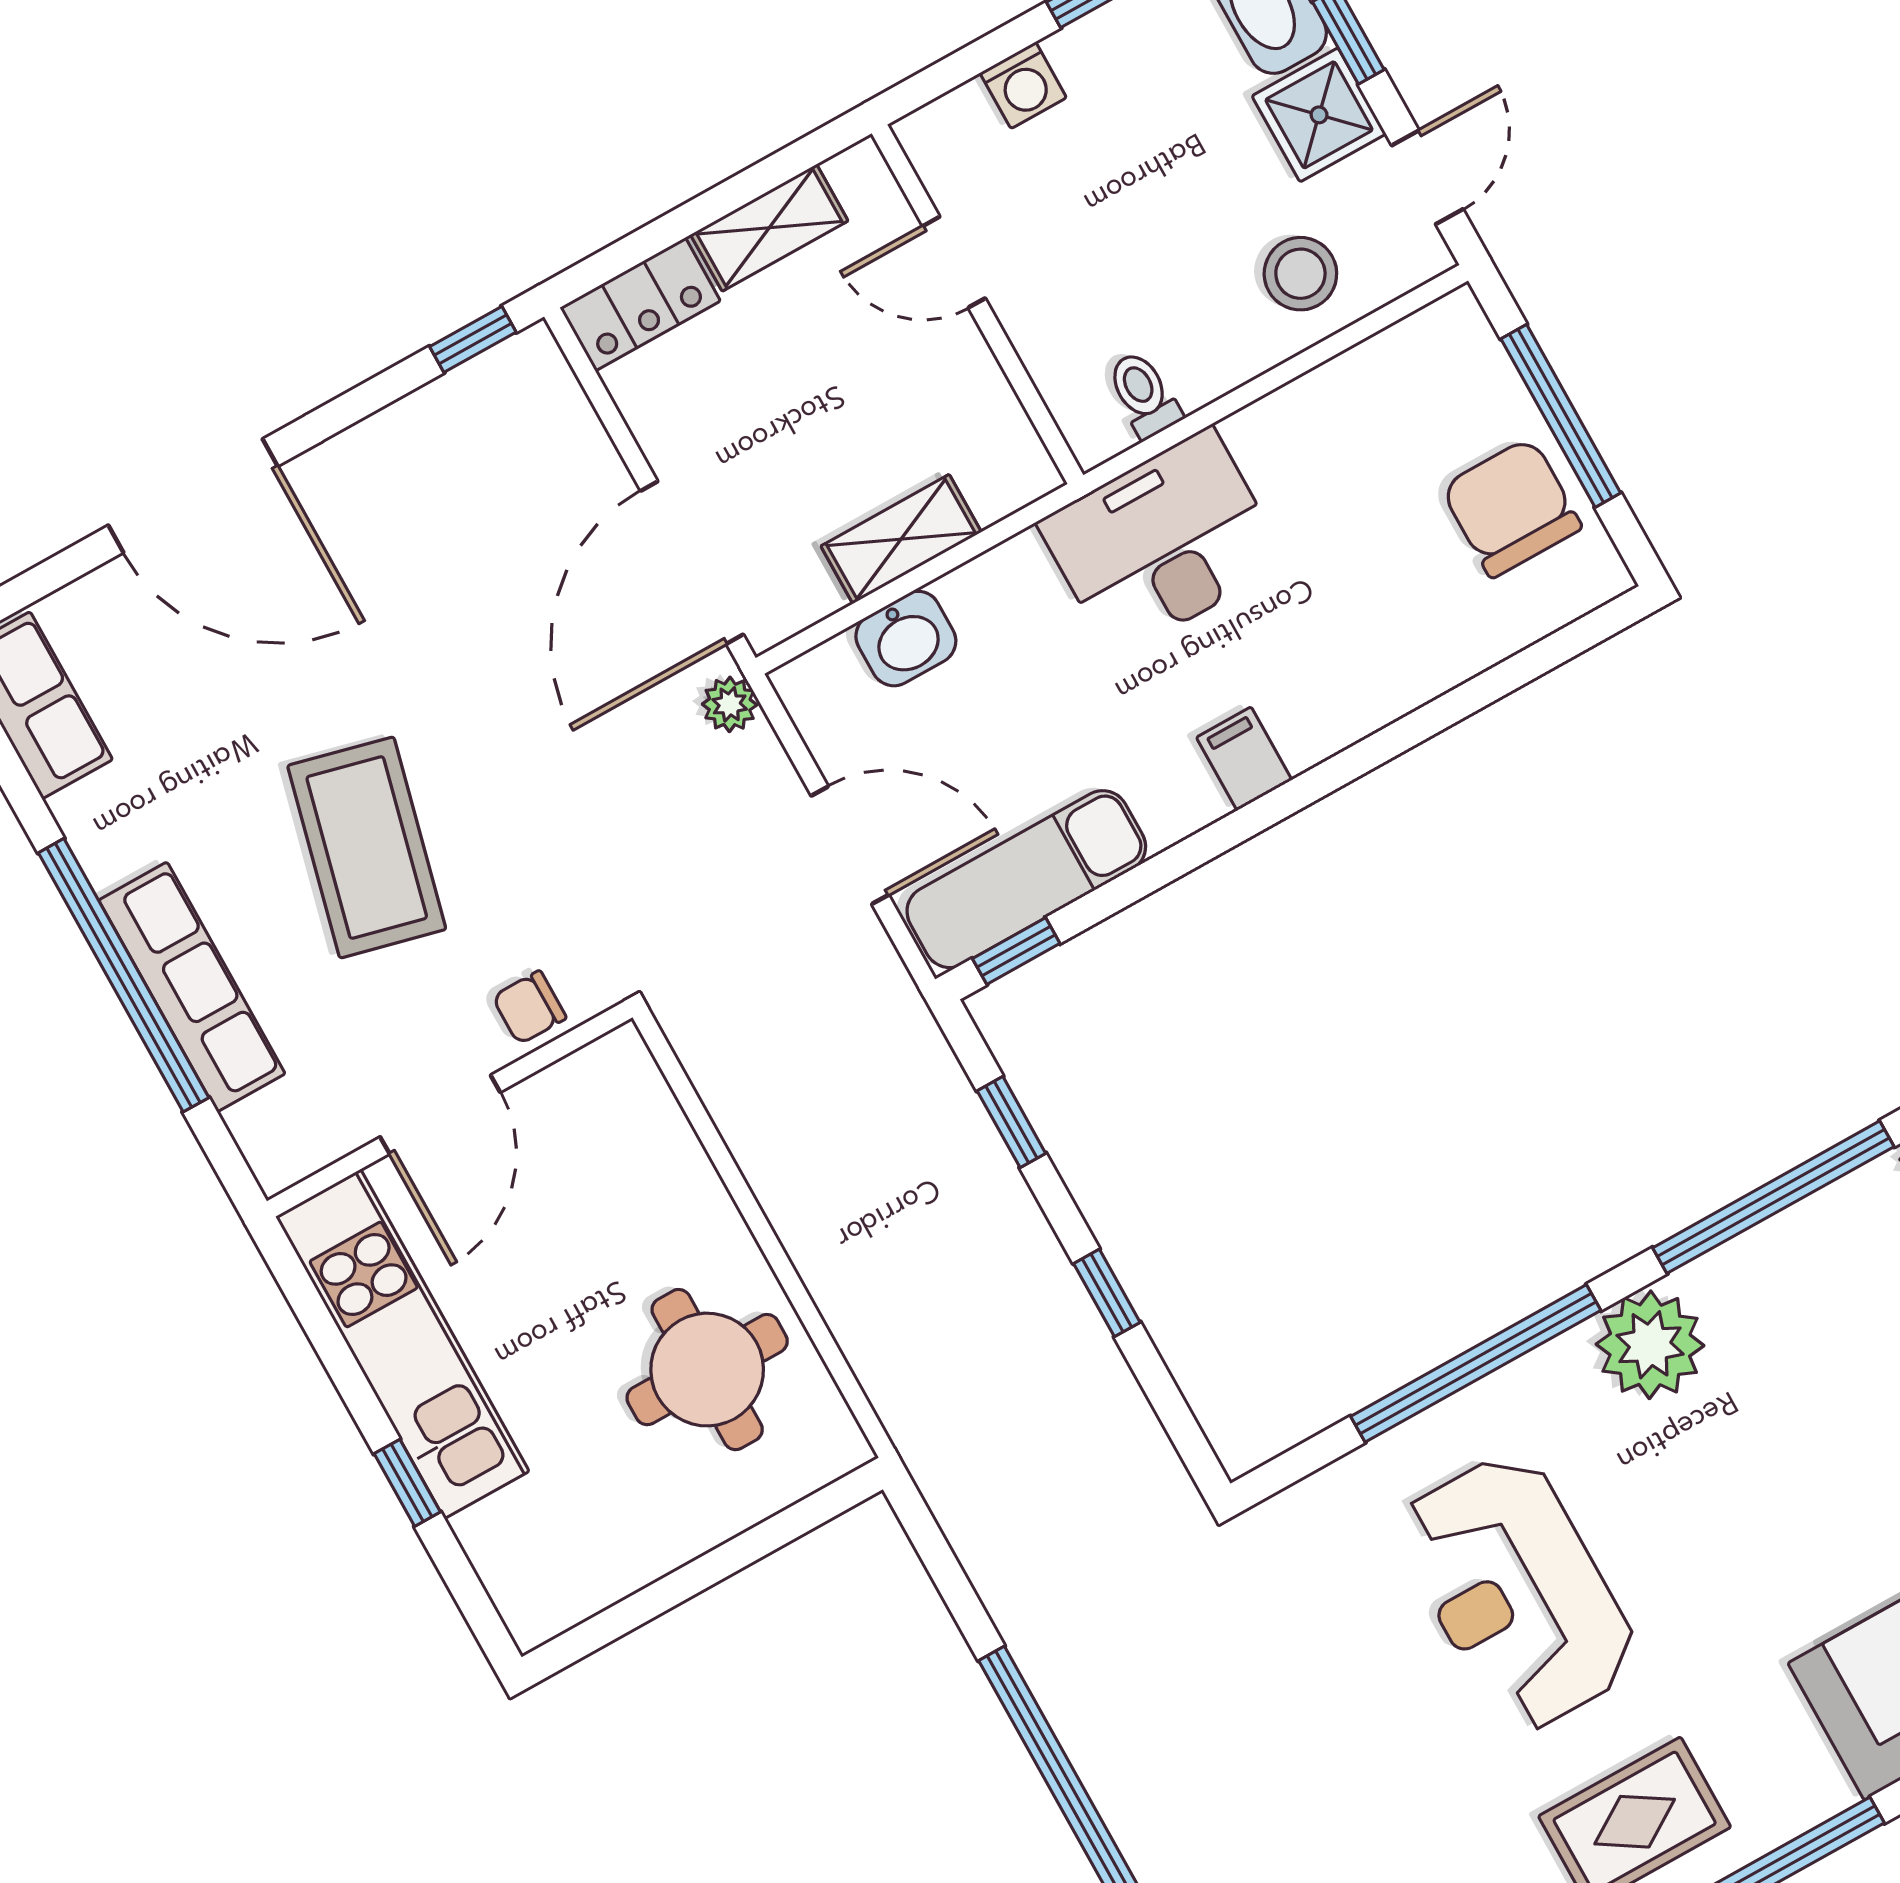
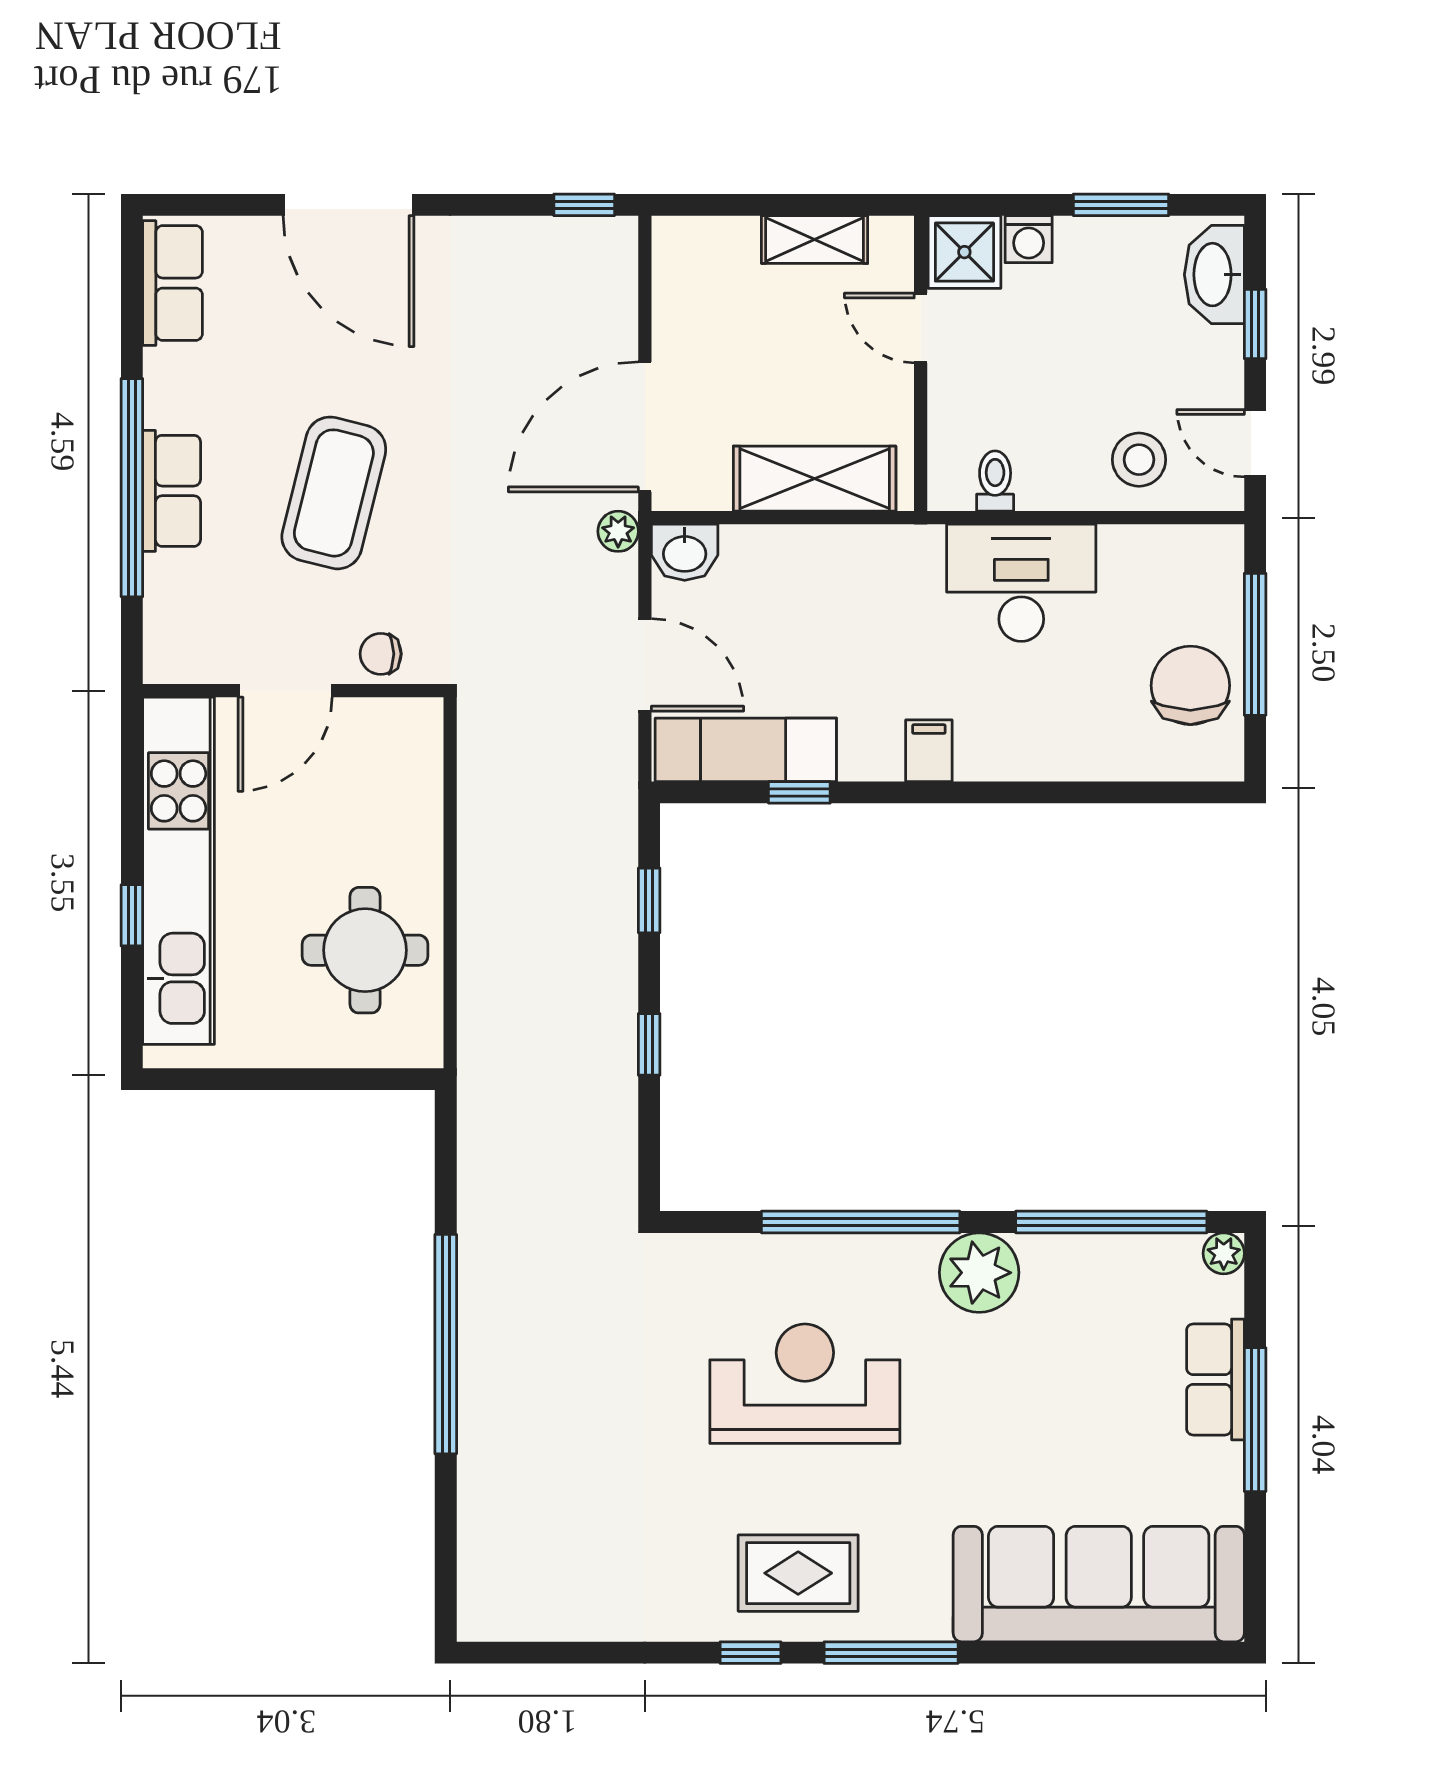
shower: (1319, 115) -> (964, 252), moved
door: (1427, 177) -> (1255, 443), swing flipped
locker: (640, 304) -> (704, 242), removed
shelving: (901, 539) -> (815, 479), width x1.50, depth x1.33
desk: (1162, 543) -> (1021, 583), moved
washbasin: (906, 639) -> (685, 552), moved
window: (1016, 951) -> (799, 792), moved
row of seats: (192, 987) -> (172, 491), width x0.68
kitchen unit: (402, 1344) -> (179, 871), width x1.36
reception desk: (1517, 1592) -> (805, 1384), turned 90

